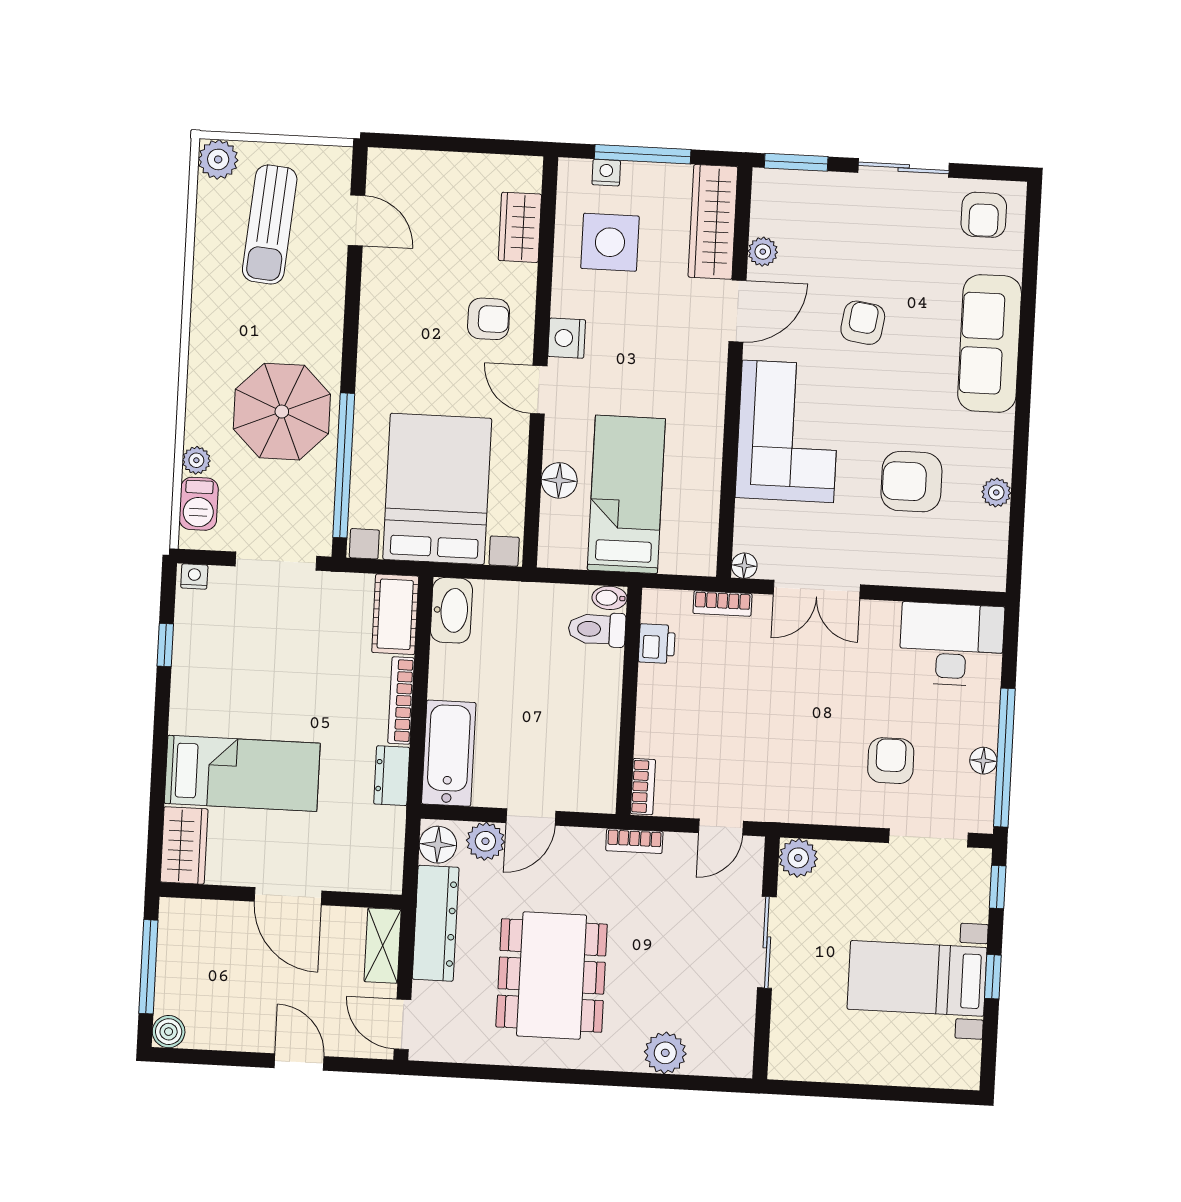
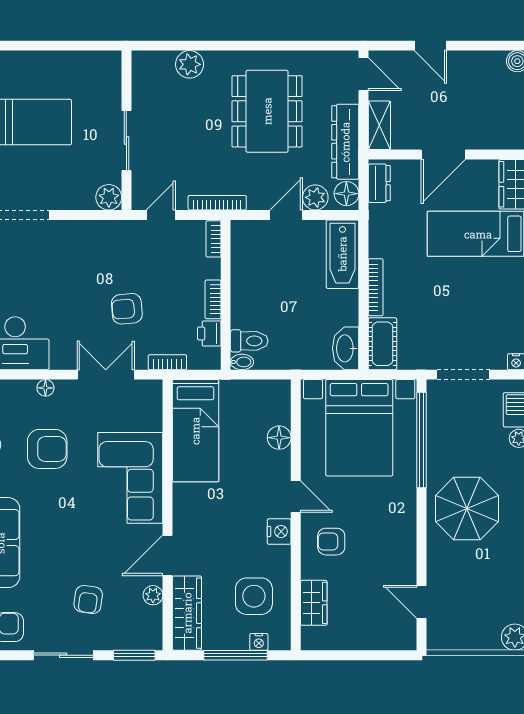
sun lounger: (270, 224) -> (479, 596), removed
armchair: (863, 323) -> (88, 600), moved
parasol: (282, 412) -> (467, 509), moved
bed: (626, 494) -> (195, 431), moved
floor lamp: (744, 566) -> (45, 388), moved
bookcase: (648, 695) -> (213, 299), added
armchair: (891, 761) -> (127, 309), moved, turned 85
dresser: (392, 776) -> (379, 183), moved
bookcase: (634, 841) -> (217, 203), width x1.56
door: (288, 896) -> (443, 154), swing flipped

